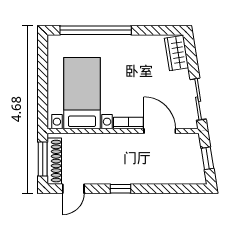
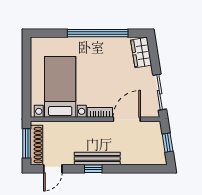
window: (96, 30) -> (98, 33), moved
door: (160, 131) -> (127, 119), hinge flipped
bench: (125, 177) -> (97, 158), added

